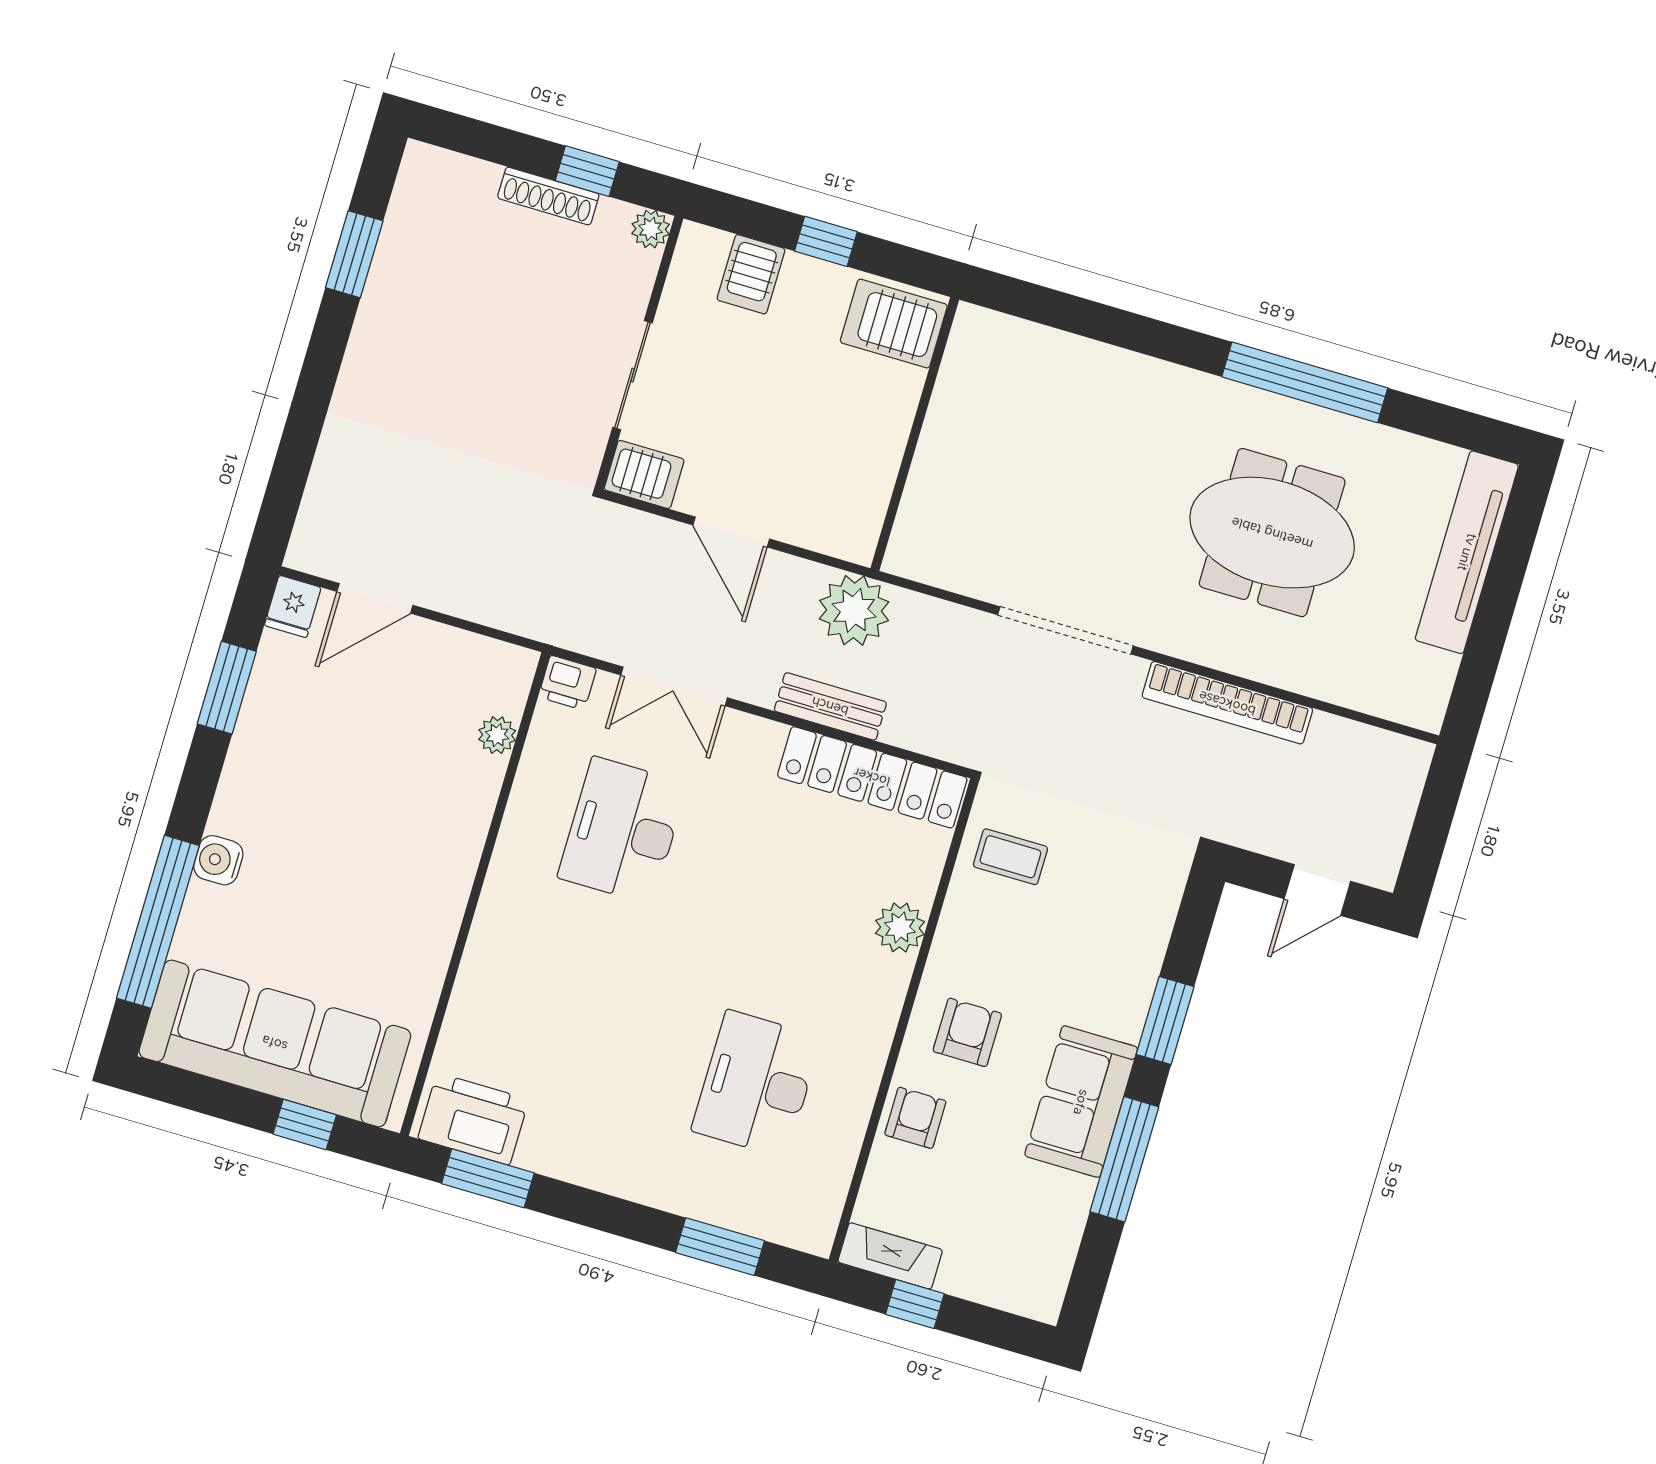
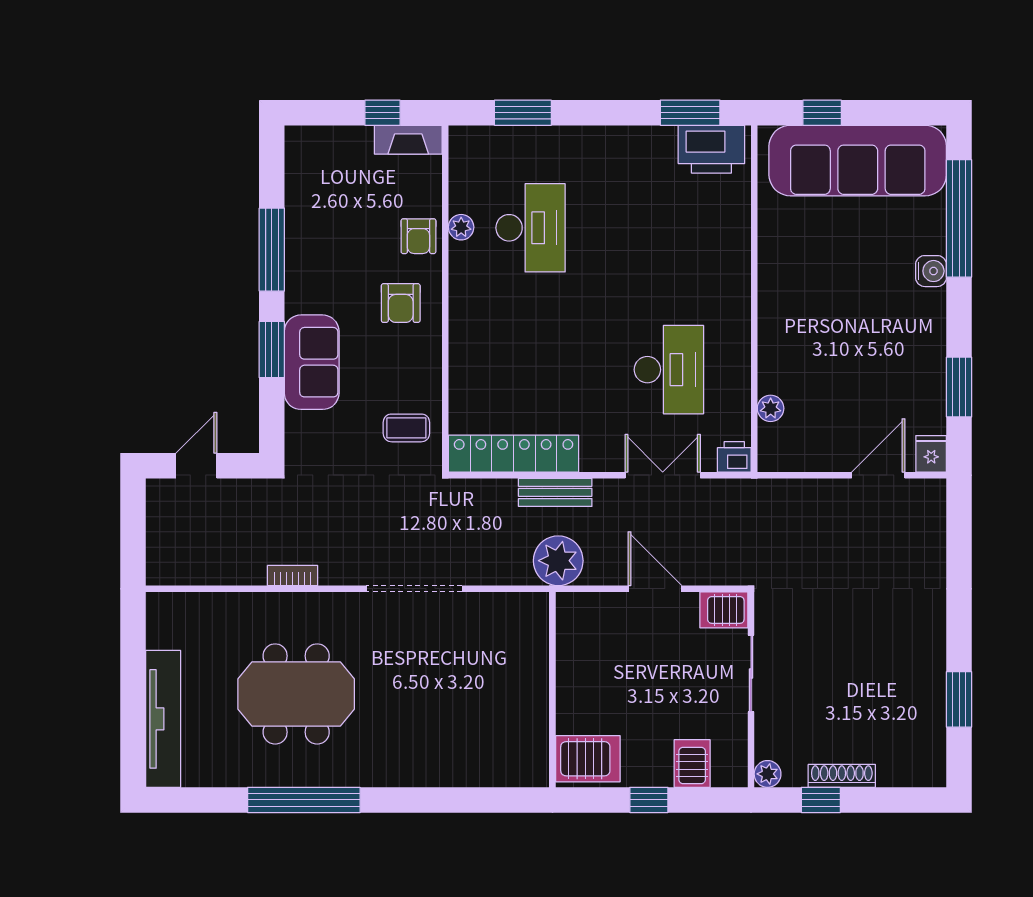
bookcase: (1227, 703) -> (293, 576), width x0.43, depth x0.76
plant: (900, 928) -> (461, 227), moved, width x0.73, depth x0.73
sofa: (1081, 1102) -> (312, 362), moved

